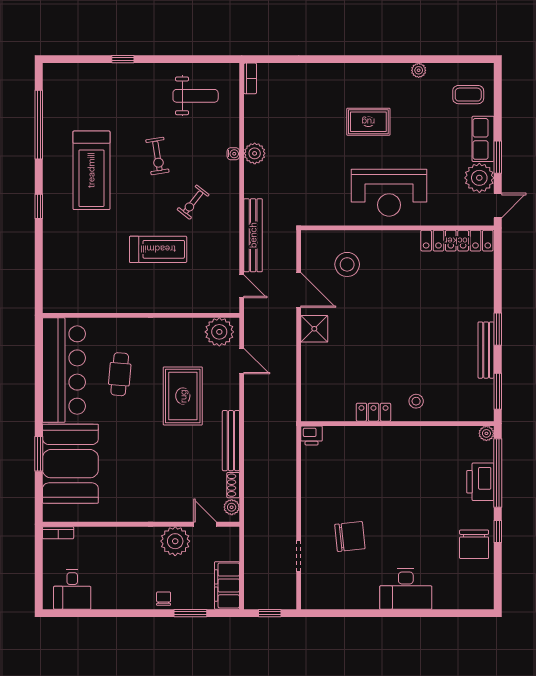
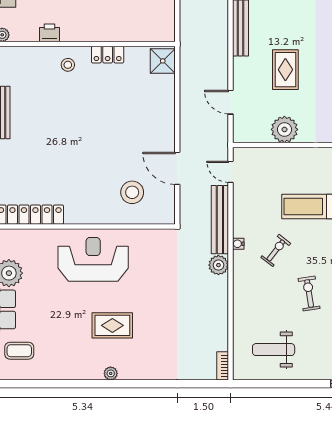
plant: (419, 70) -> (111, 373), moved
plant: (255, 153) -> (218, 265), moved
water cooler: (233, 154) -> (238, 244), moved
shower: (314, 329) -> (163, 61), moved
plant: (219, 332) -> (284, 129), moved
rug: (183, 396) -> (285, 70), width x0.73, depth x0.70
printer: (312, 435) -> (50, 33), moved

